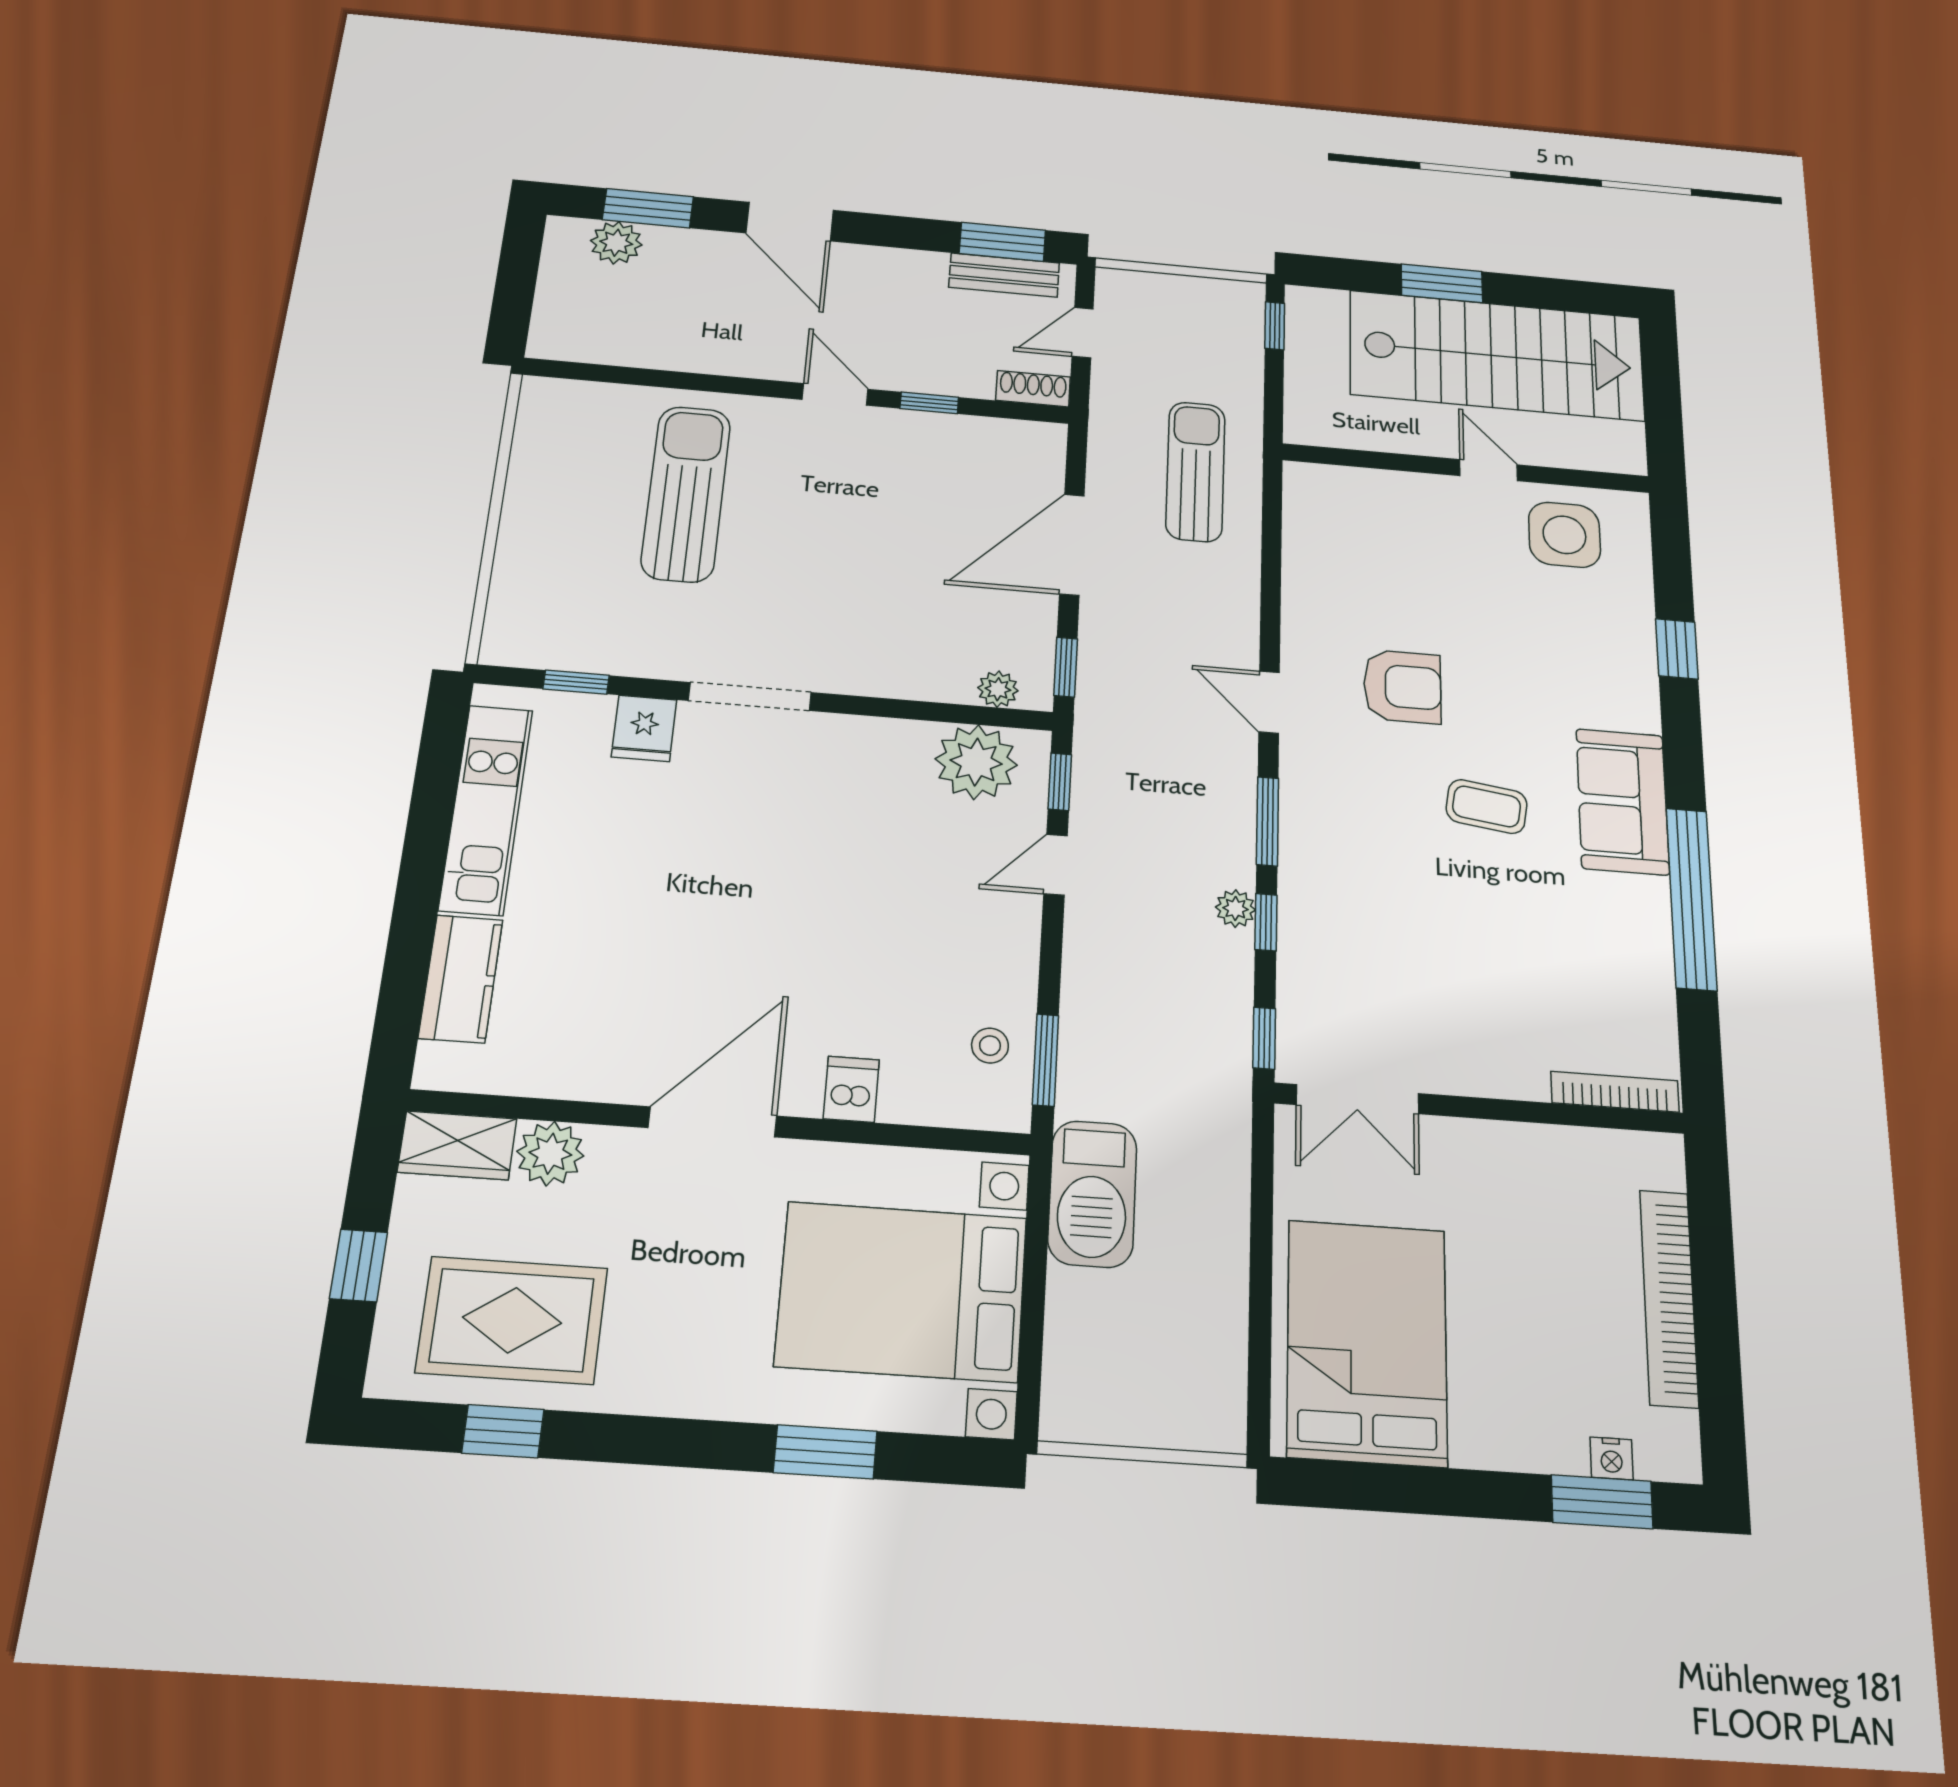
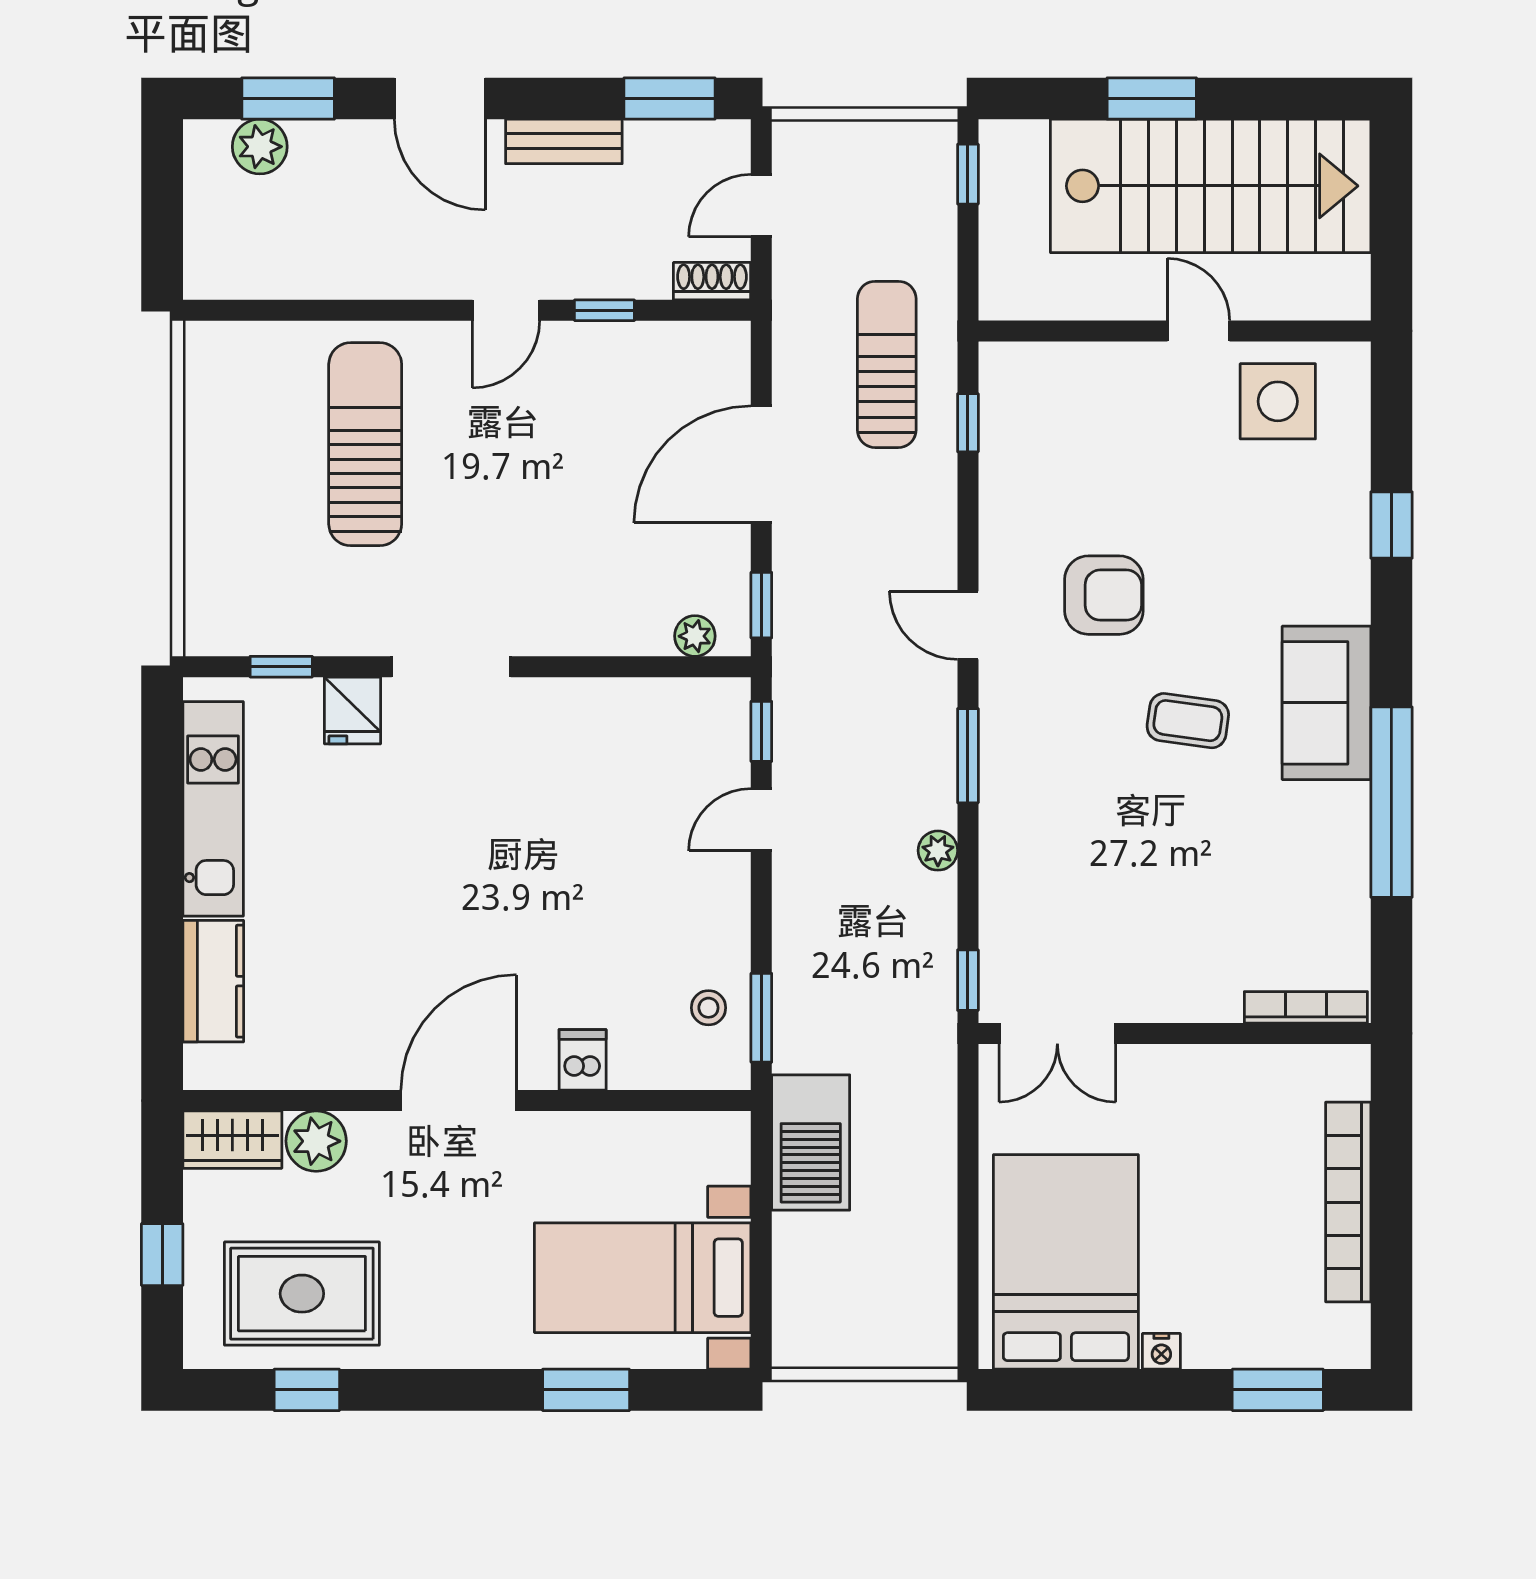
bench: (1004, 275) -> (564, 141), moved
door: (835, 394) -> (506, 310), swing flipped
plant: (976, 762) -> (678, 718), removed
window: (1266, 922) -> (968, 423), moved
bed with nightstands: (902, 1291) -> (643, 1278), width x0.73
nightstand: (1611, 1458) -> (1161, 1351), moved

